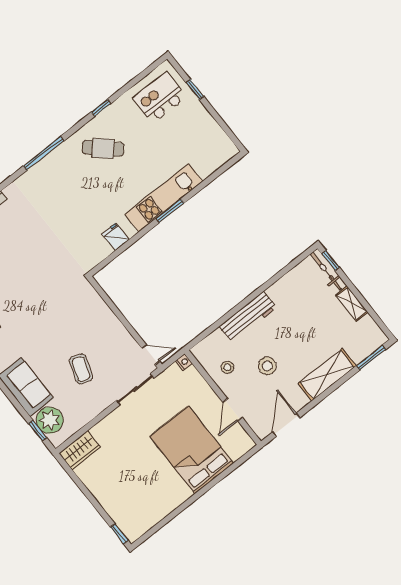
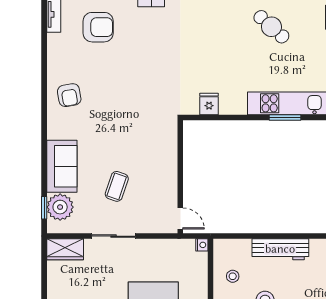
fridge: (116, 237) -> (209, 104), moved
sliding door: (135, 389) -> (113, 236), moved

